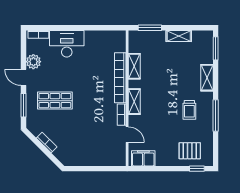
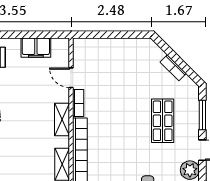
shop shelf: (55, 101) -> (163, 121), turned 90
filing cabinet: (143, 158) -> (36, 48), moved

